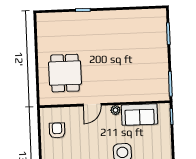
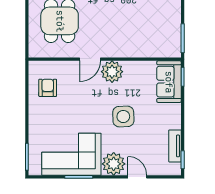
plant: (115, 110) -> (112, 72), width x1.88, depth x1.88
sofa: (139, 114) -> (169, 82), moved, turned 90

